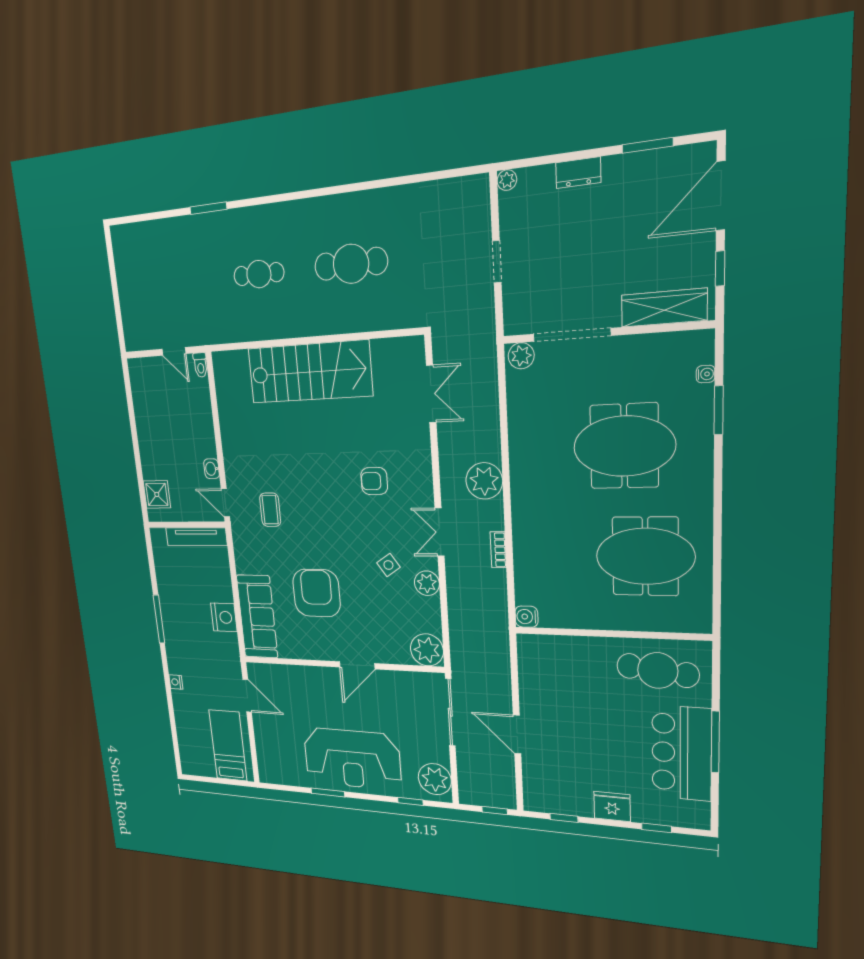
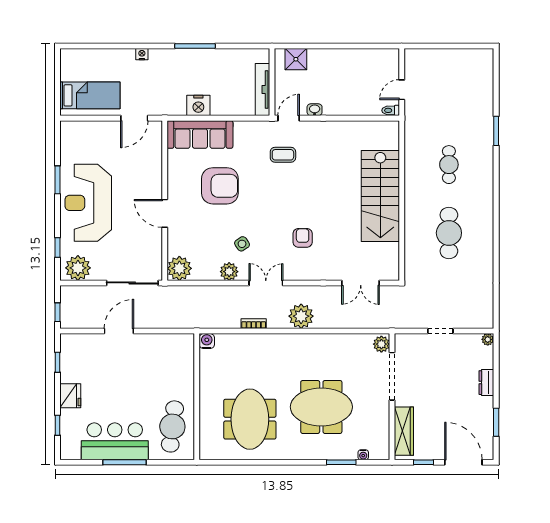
meeting table: (624, 446) -> (321, 407), turned 90

